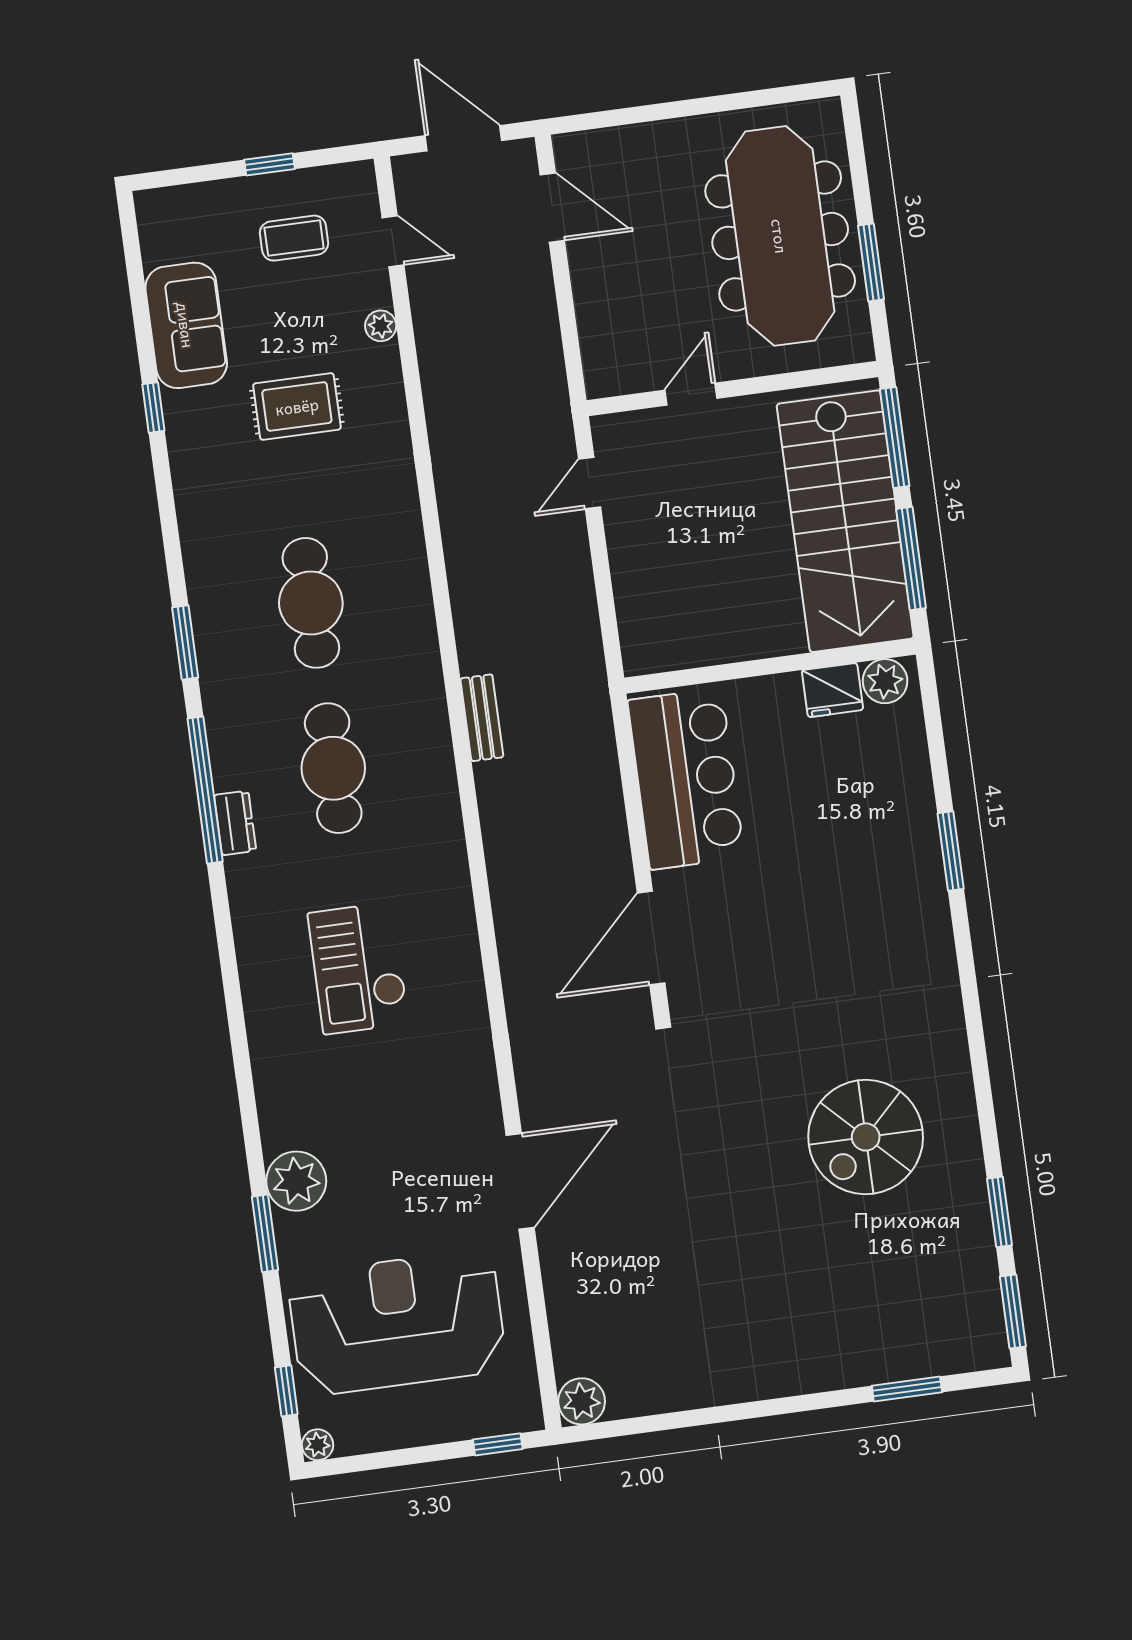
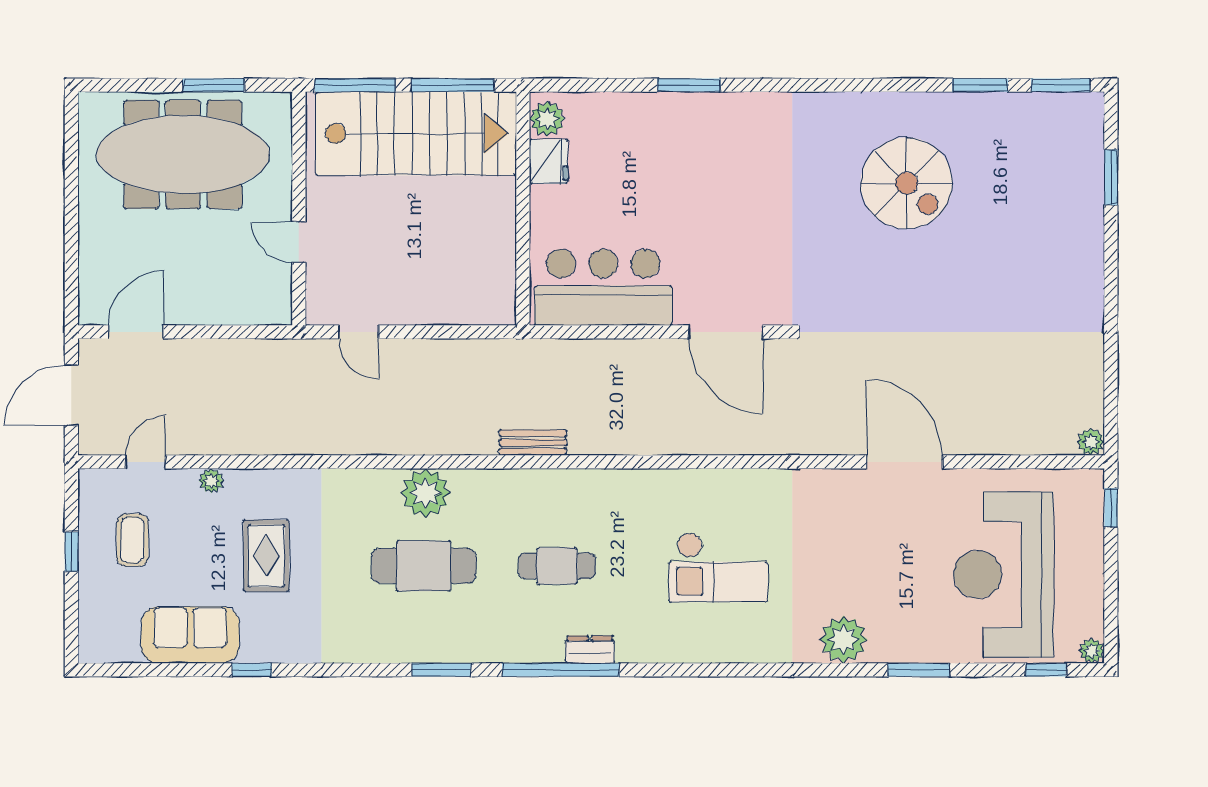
plant: (401, 593) -> (425, 493), added
cafe table: (333, 768) -> (557, 566), width x0.73, depth x0.74
plant: (296, 1181) -> (843, 639), moved
plant: (582, 1401) -> (1091, 442), width x0.73, depth x0.73

